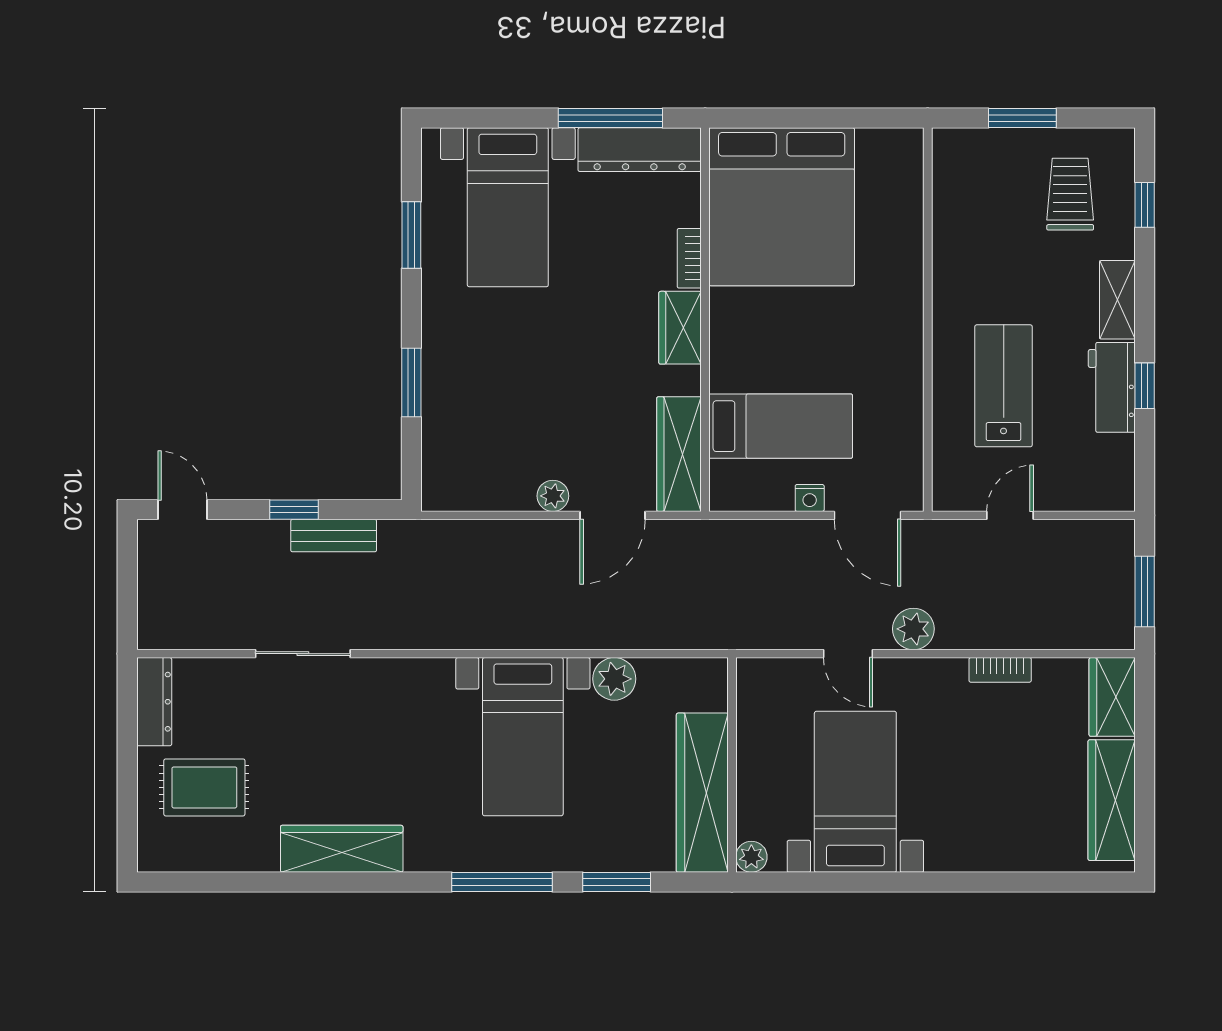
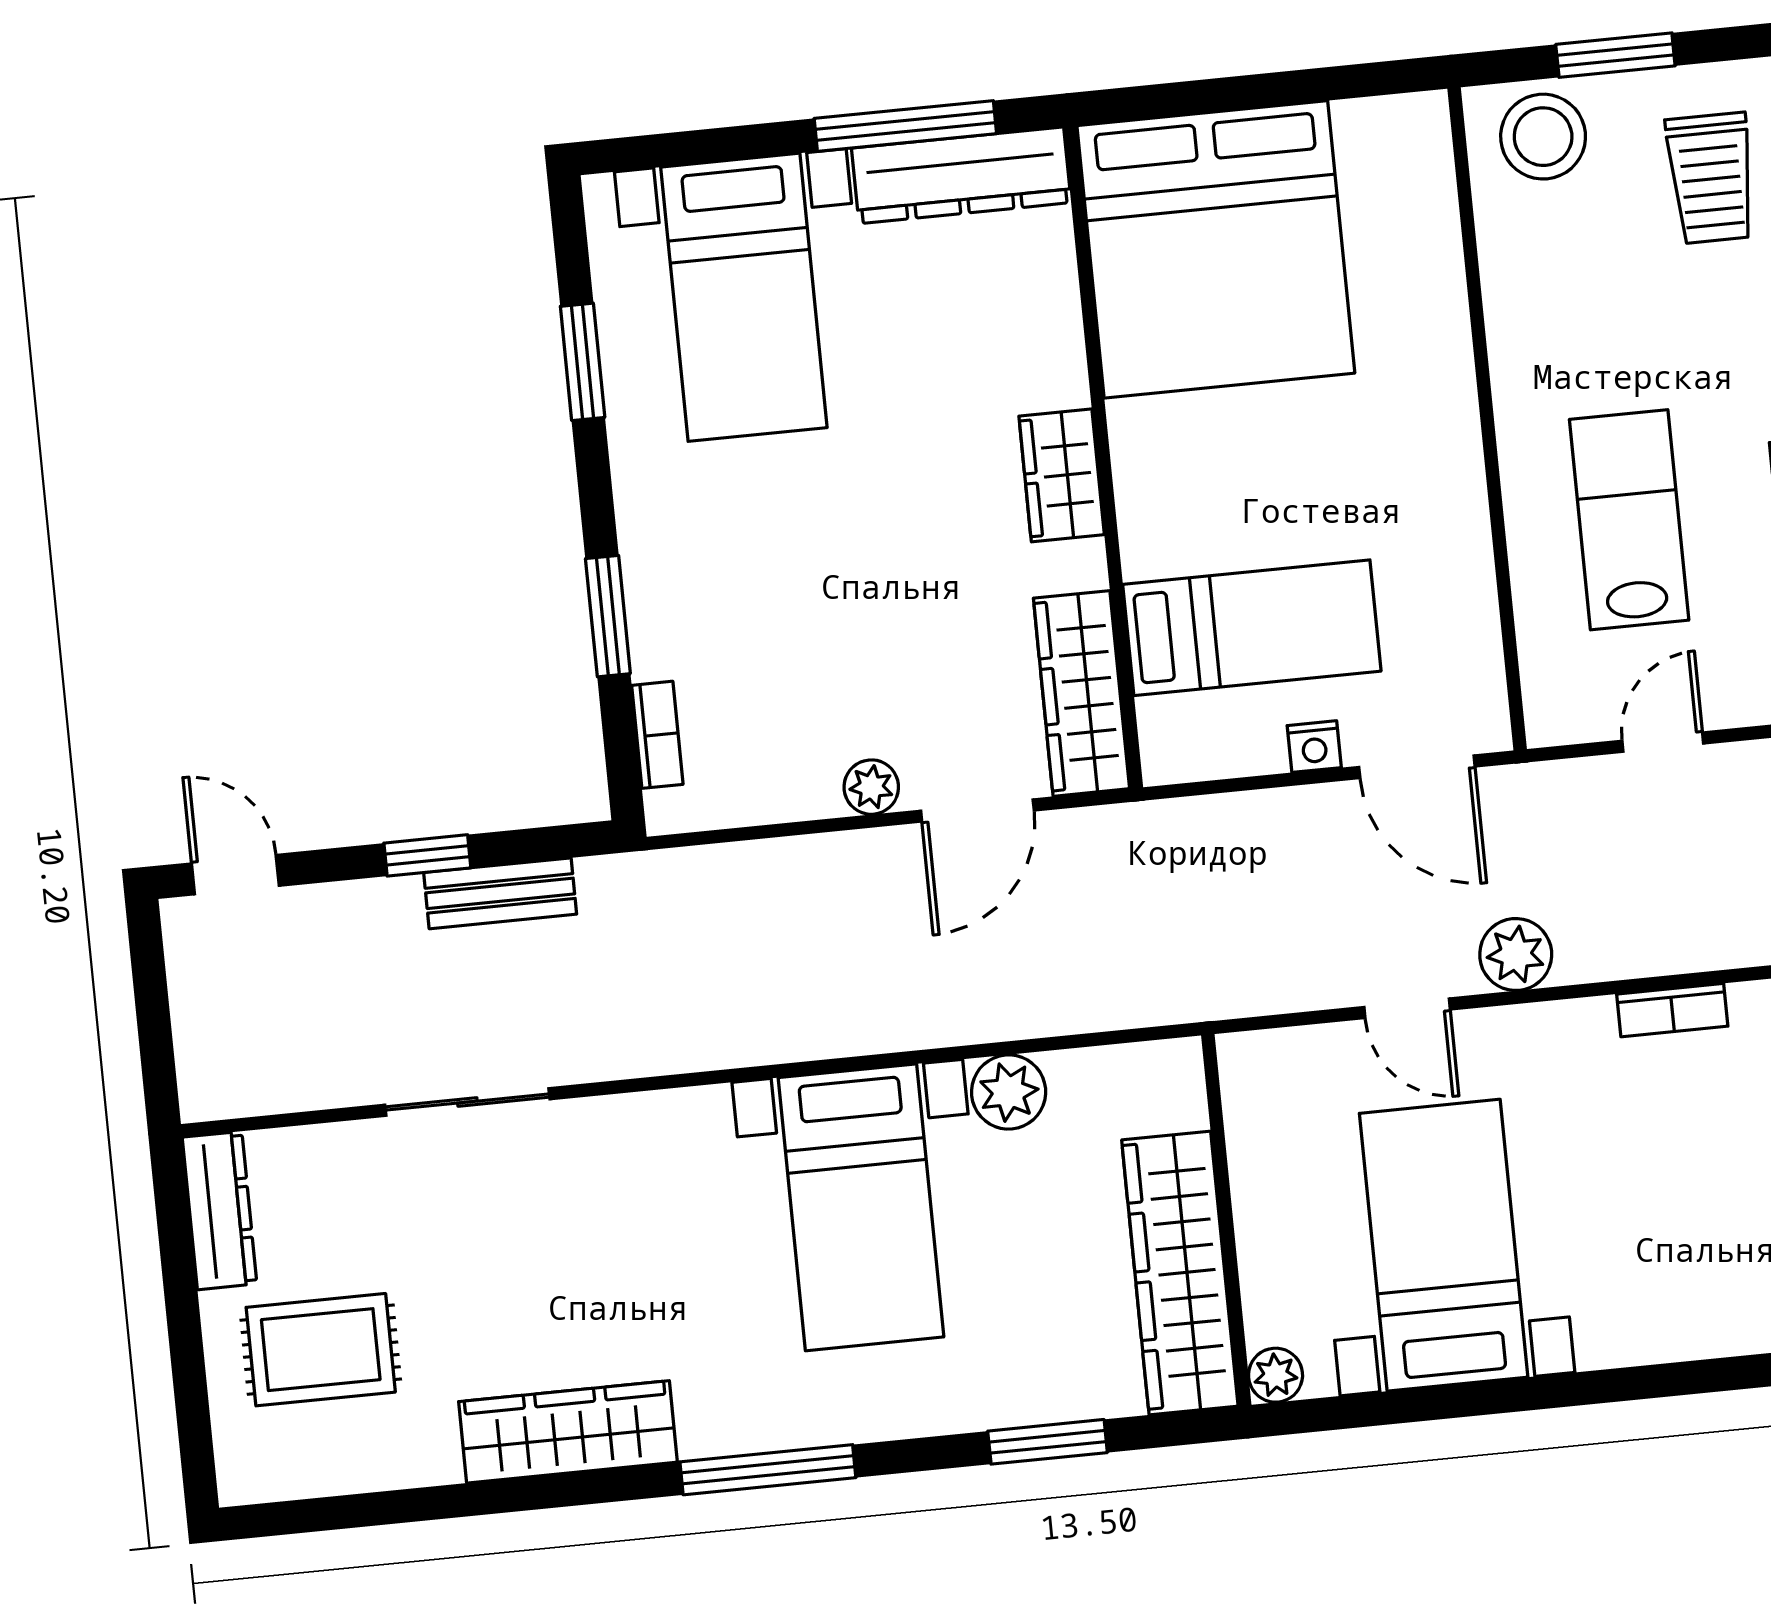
stool: (976, 161) -> (1543, 137), added
trolley: (1070, 194) -> (1711, 178), turned 180
bookcase: (689, 258) -> (657, 735), moved, turned 180
window: (502, 882) -> (768, 1470), moved

